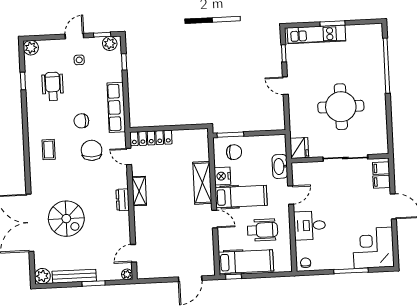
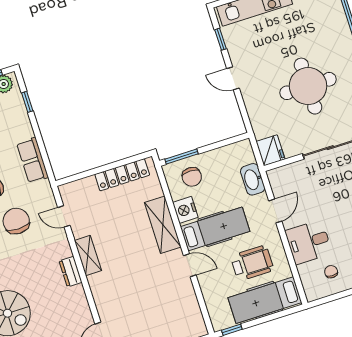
row of seats: (116, 107) -> (33, 160), width x0.68
locker: (151, 138) -> (122, 175), moved
chair: (234, 152) -> (192, 177), turned 90
hospital bed: (246, 262) -> (265, 300), moved, turned 180
chair: (306, 263) -> (331, 272), moved

